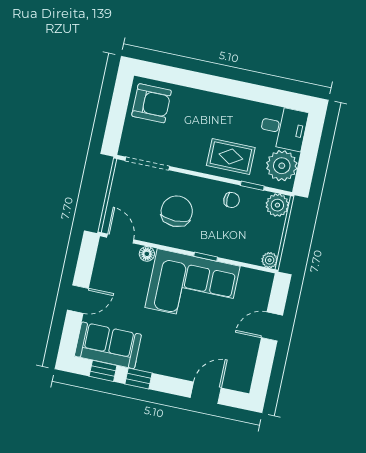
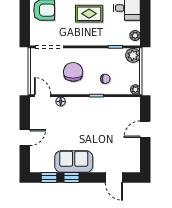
rug: (231, 156) -> (89, 14), moved
plant: (282, 166) -> (135, 35), width x0.53, depth x0.53
chair: (232, 200) -> (105, 79), moved
corner sofa: (192, 287) -> (92, 115), removed
sofa: (108, 345) -> (74, 162), moved
door: (206, 393) -> (114, 178), swing flipped

